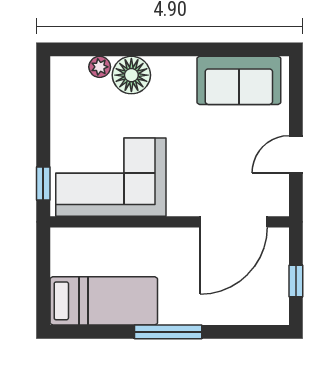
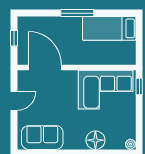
plant: (100, 67) -> (130, 144), moved
door: (234, 222) -> (45, 67), hinge flipped

